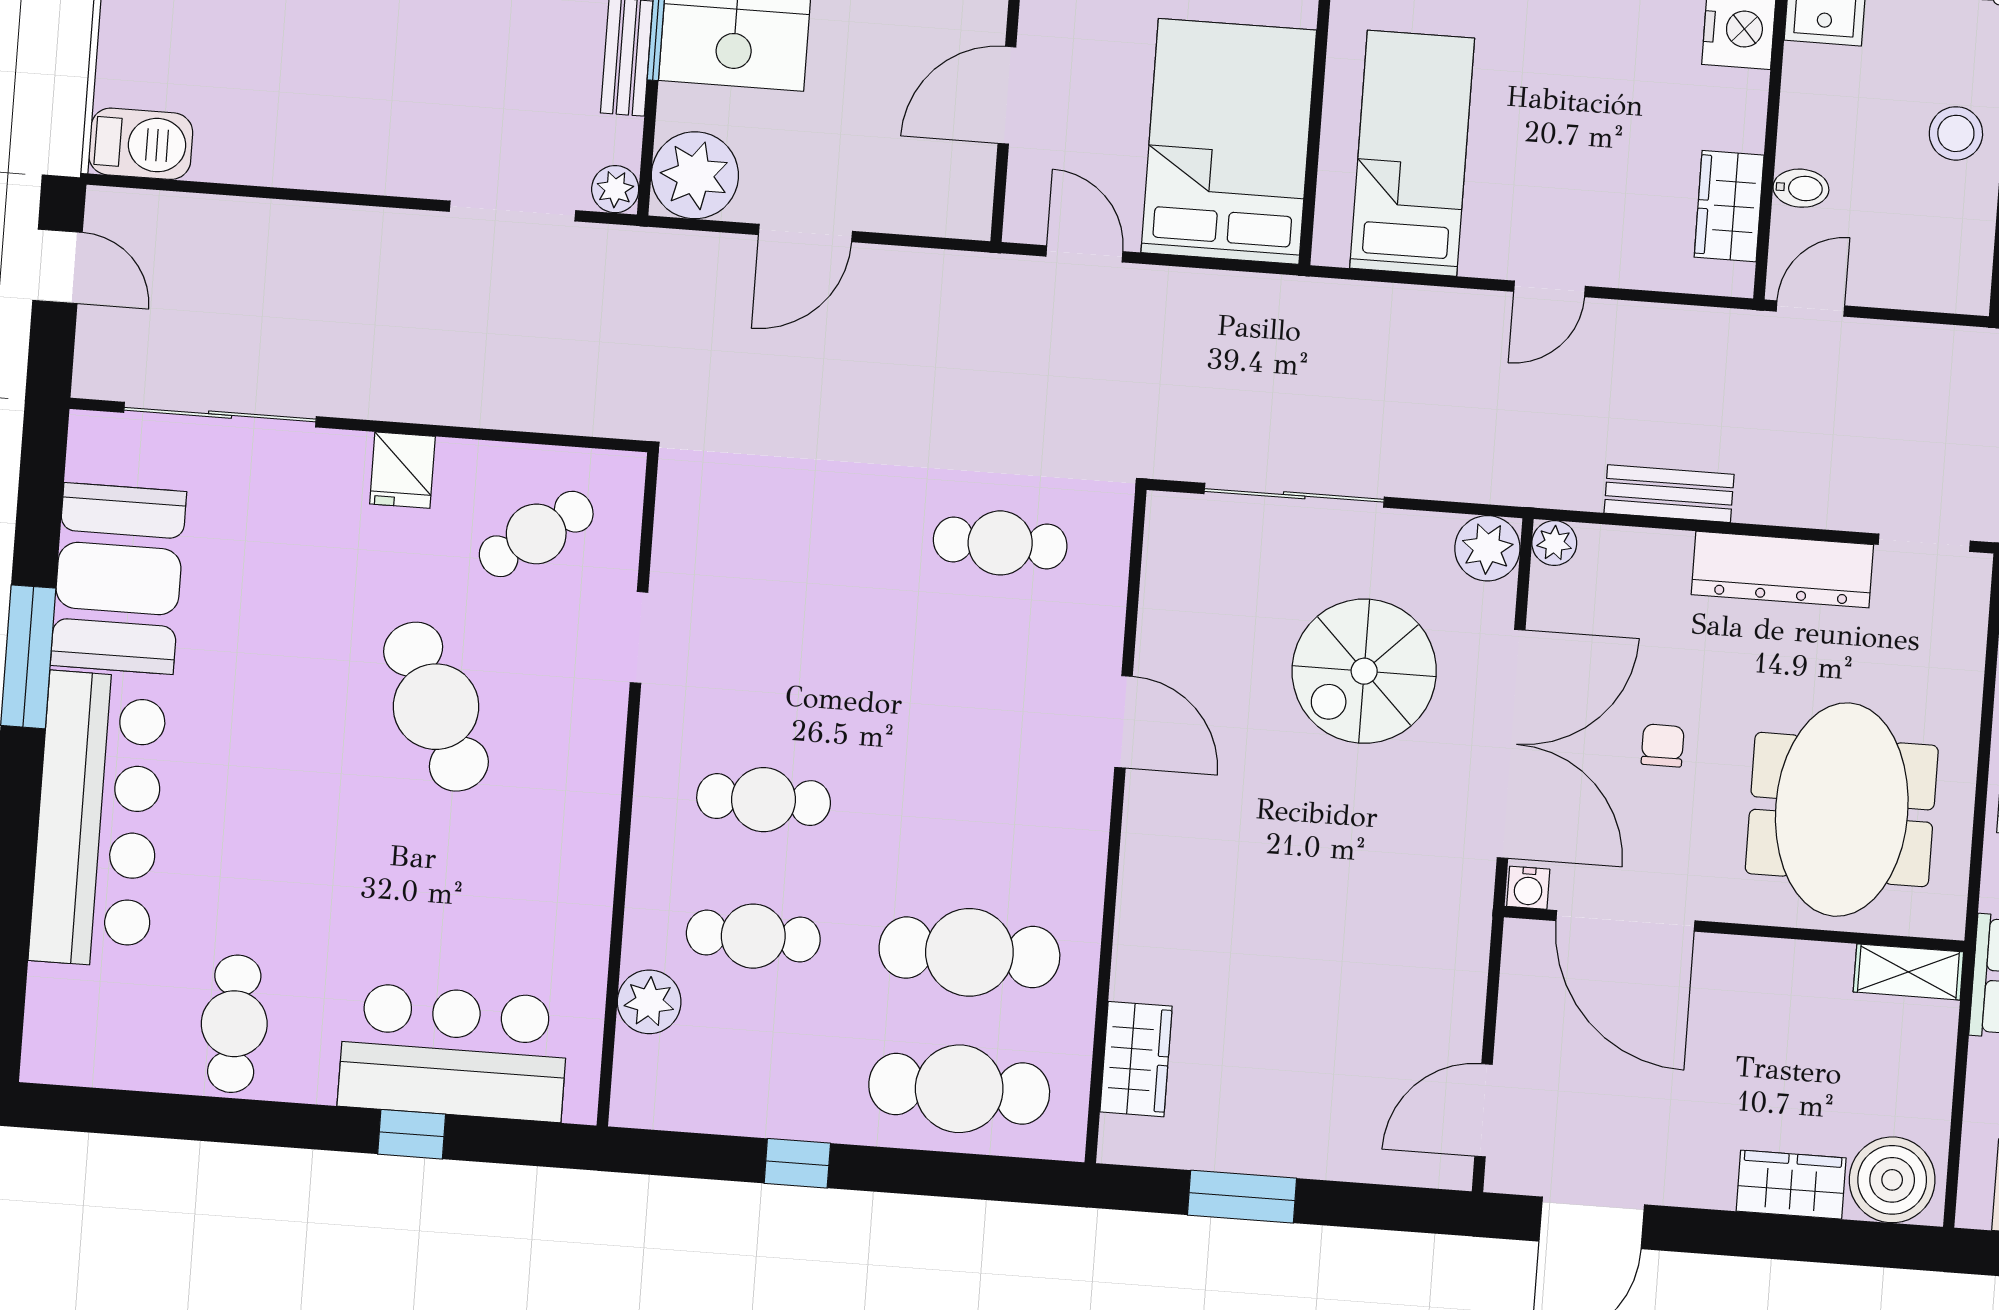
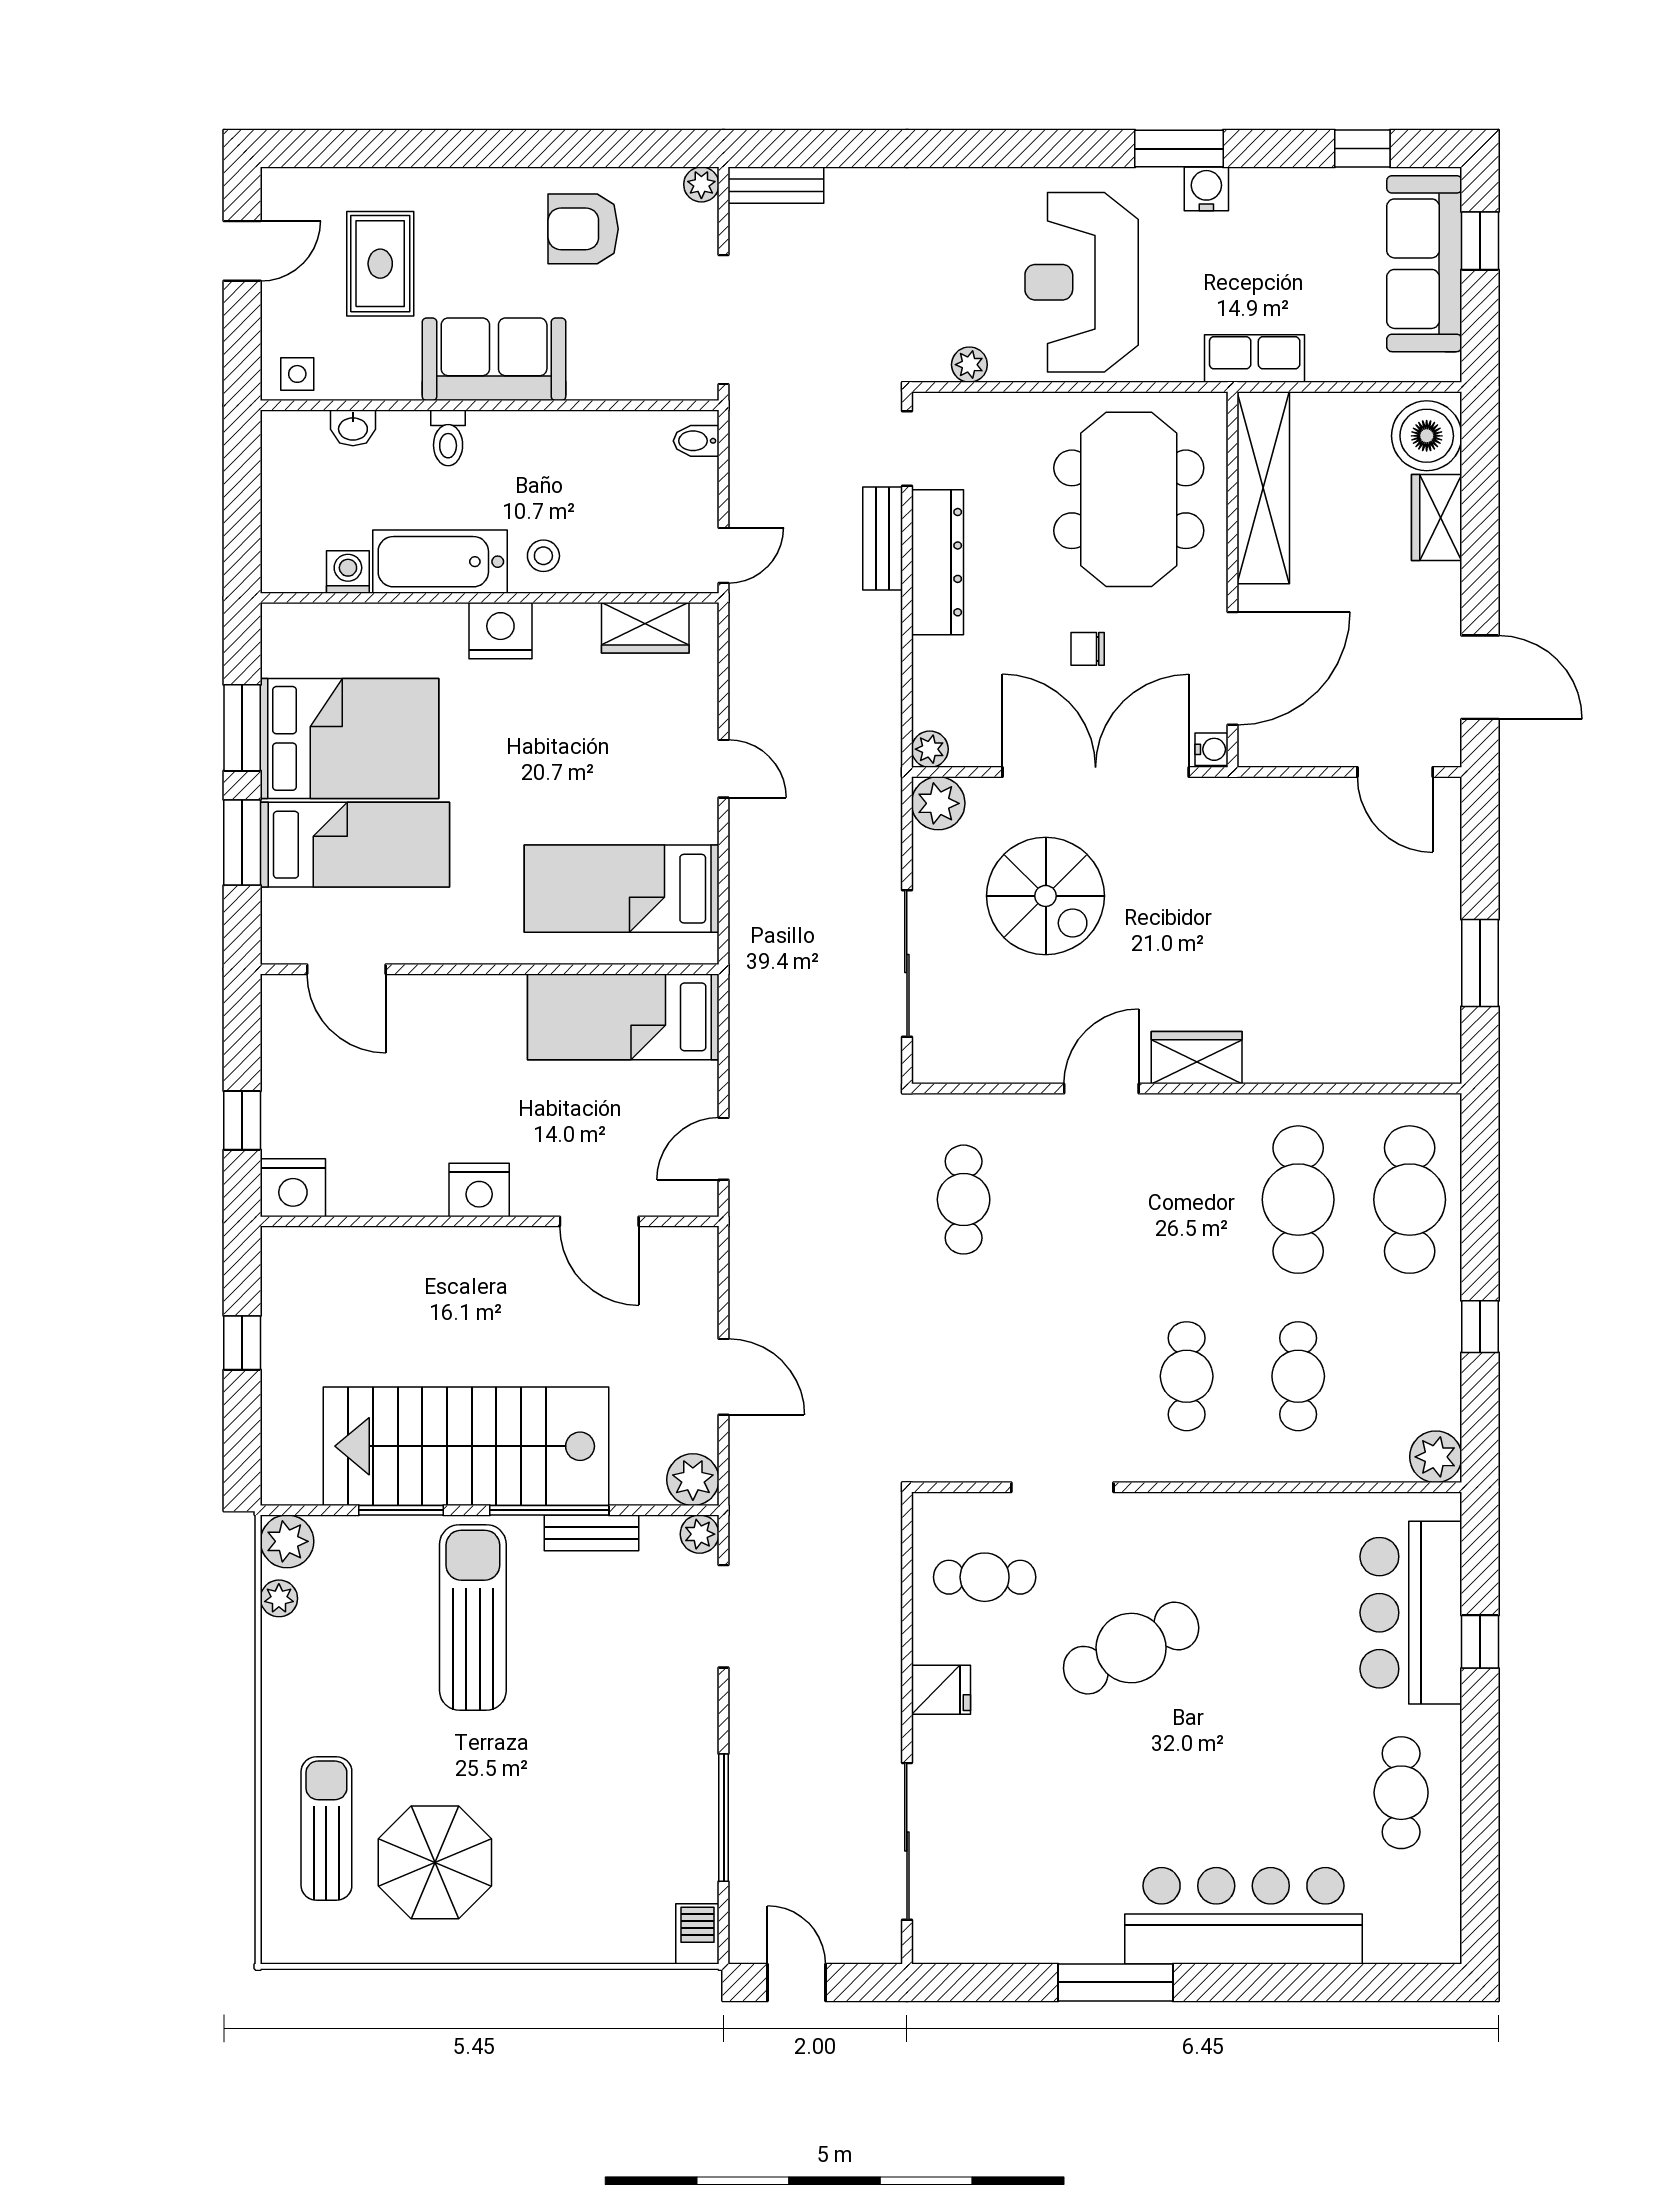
stool: (1956, 133) -> (543, 556), moved, width x0.73, depth x0.73
bed: (1229, 141) -> (623, 1017), width x0.67
barbecue: (141, 144) -> (697, 1934), width x0.73, depth x0.79
plant: (695, 175) -> (693, 1480), width x0.73, depth x0.73
bidet: (1801, 188) -> (696, 441), moved, turned -90
window: (266, 192) -> (724, 1818), added
door: (58, 266) -> (796, 1982), hinge flipped
door: (1810, 309) -> (724, 555), swing flipped
bench: (1669, 494) -> (883, 538), moved
cafe table: (536, 534) -> (985, 1577), turned -55
booth: (118, 578) -> (1046, 1914), removed
doorway: (639, 637) -> (1062, 1487), width x1.38
meeting table: (1842, 810) -> (1129, 499), turned 90
shelving: (1908, 972) -> (1263, 488), width x2.20, depth x1.33
plant: (649, 1002) -> (1436, 1457), moved
cafe table: (234, 1024) -> (1401, 1793), turned 90
wardrobe: (1136, 1059) -> (1197, 1058), moved

